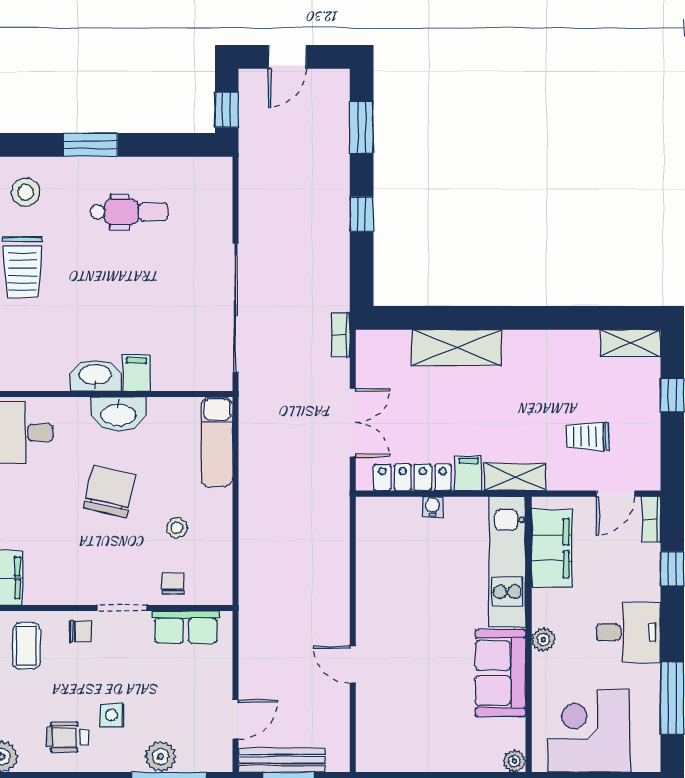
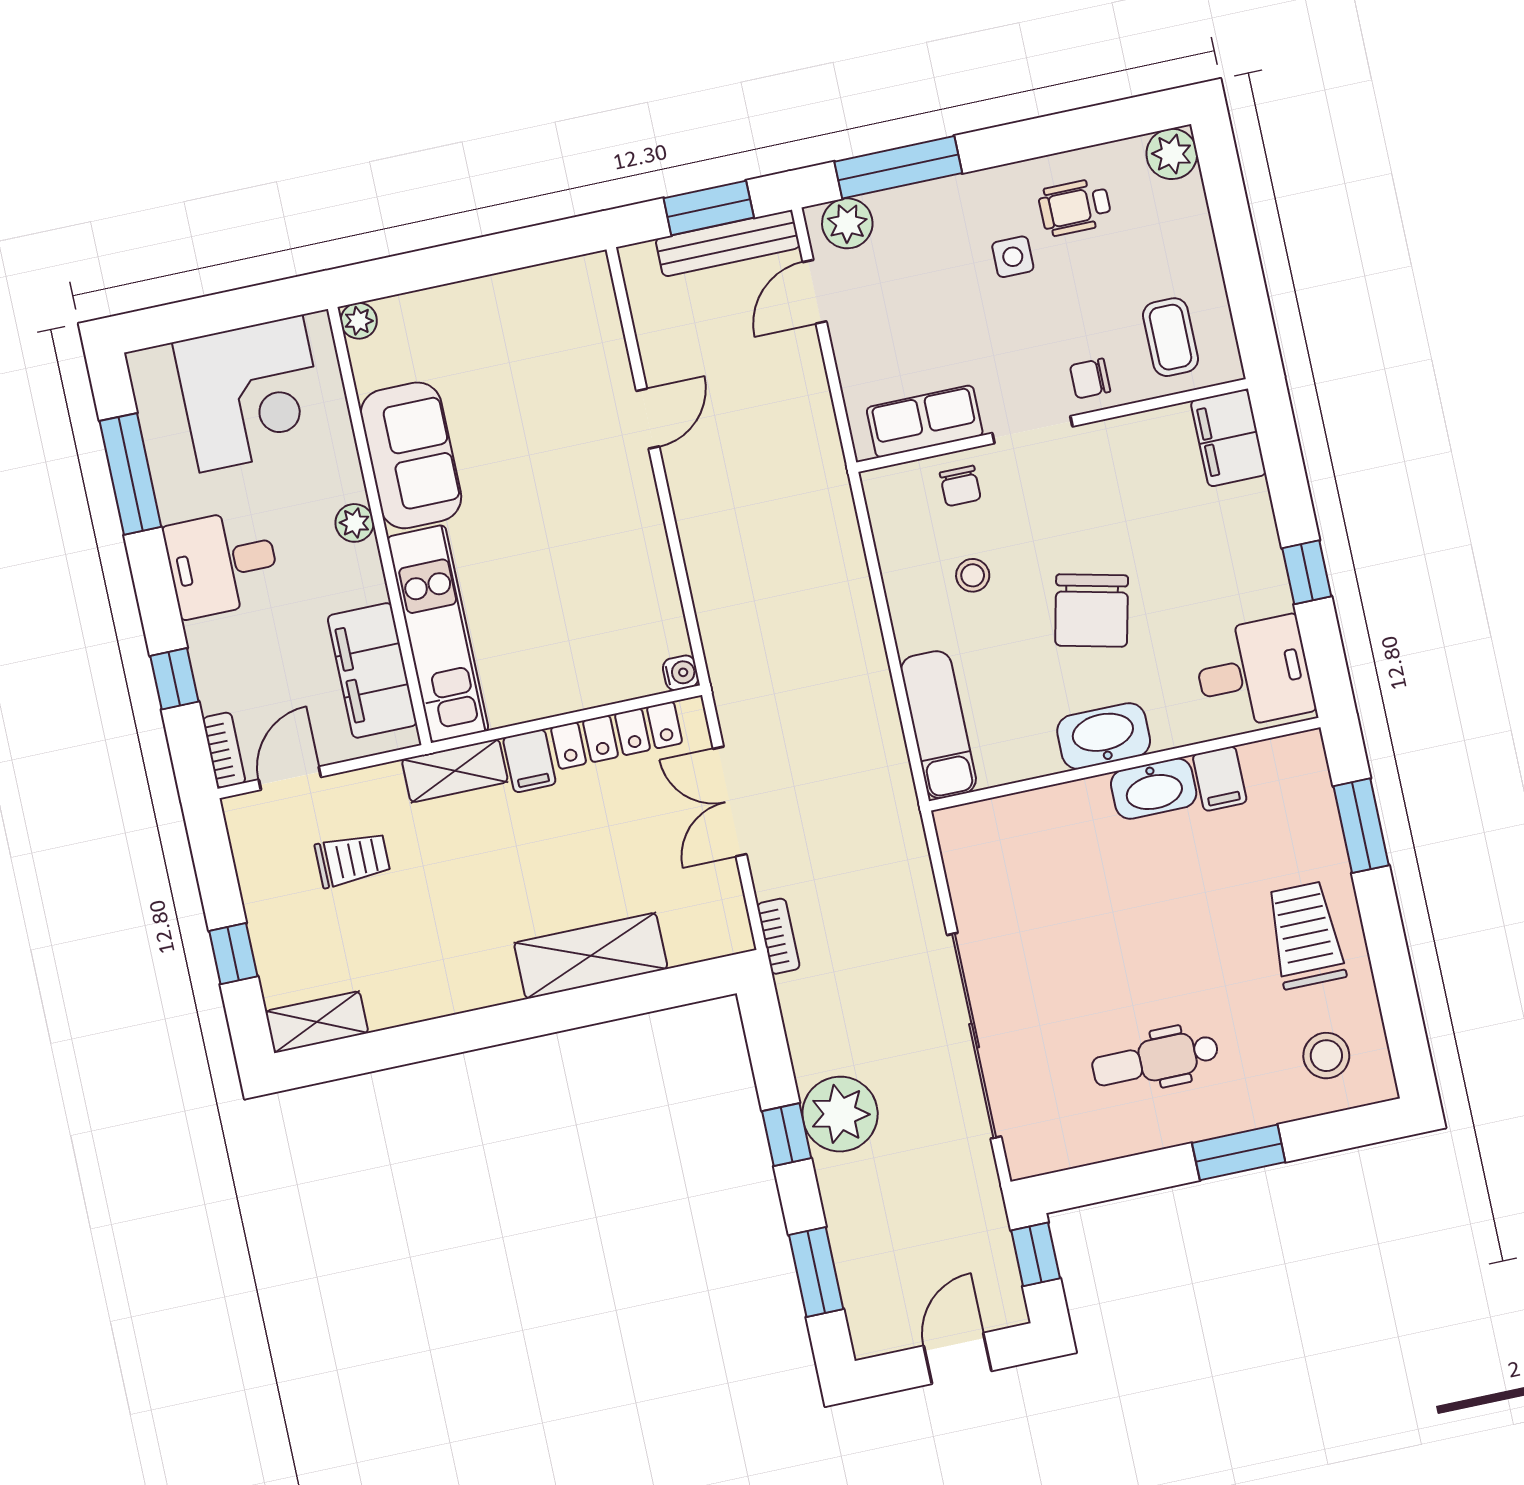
plant: (327, 220) -> (840, 1114), added
sliding door: (236, 308) -> (974, 1036), moved
filing cabinet: (136, 373) -> (1220, 779), moved
water cooler: (432, 507) -> (681, 673), moved, turned -90
door: (353, 664) -> (648, 419), hinge flipped
wheelchair: (67, 737) -> (1075, 207), turned 180
plant: (161, 757) -> (847, 223), moved

